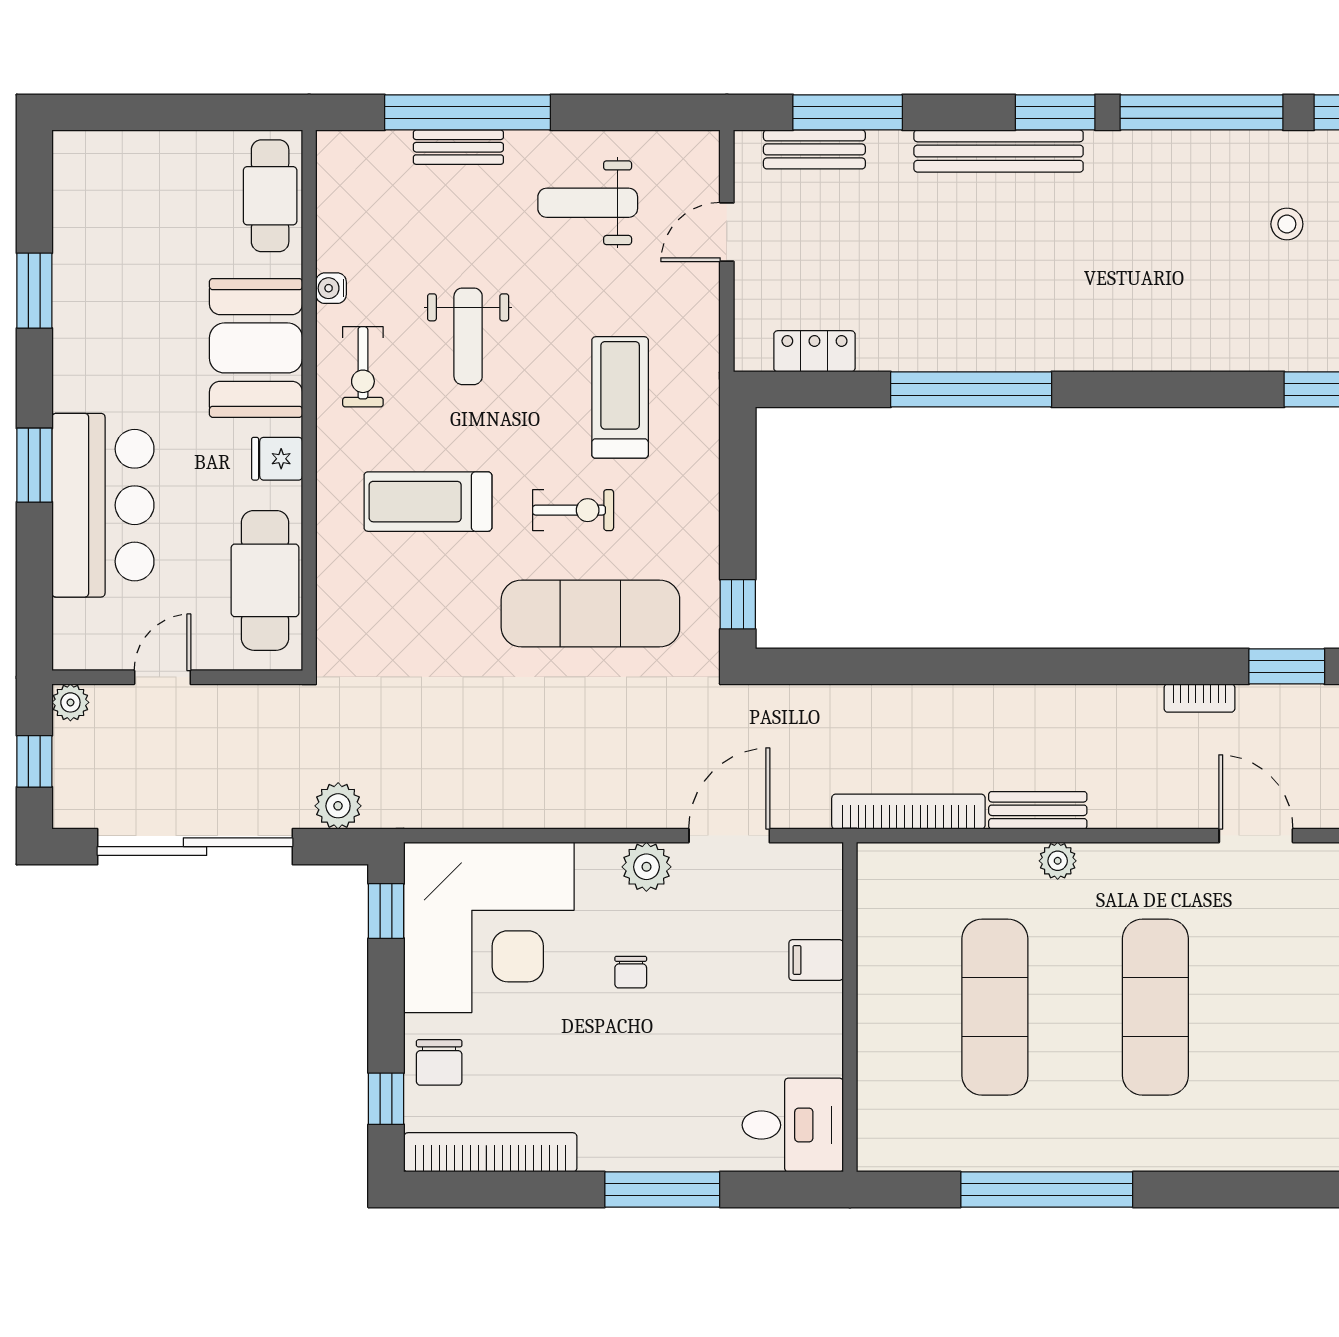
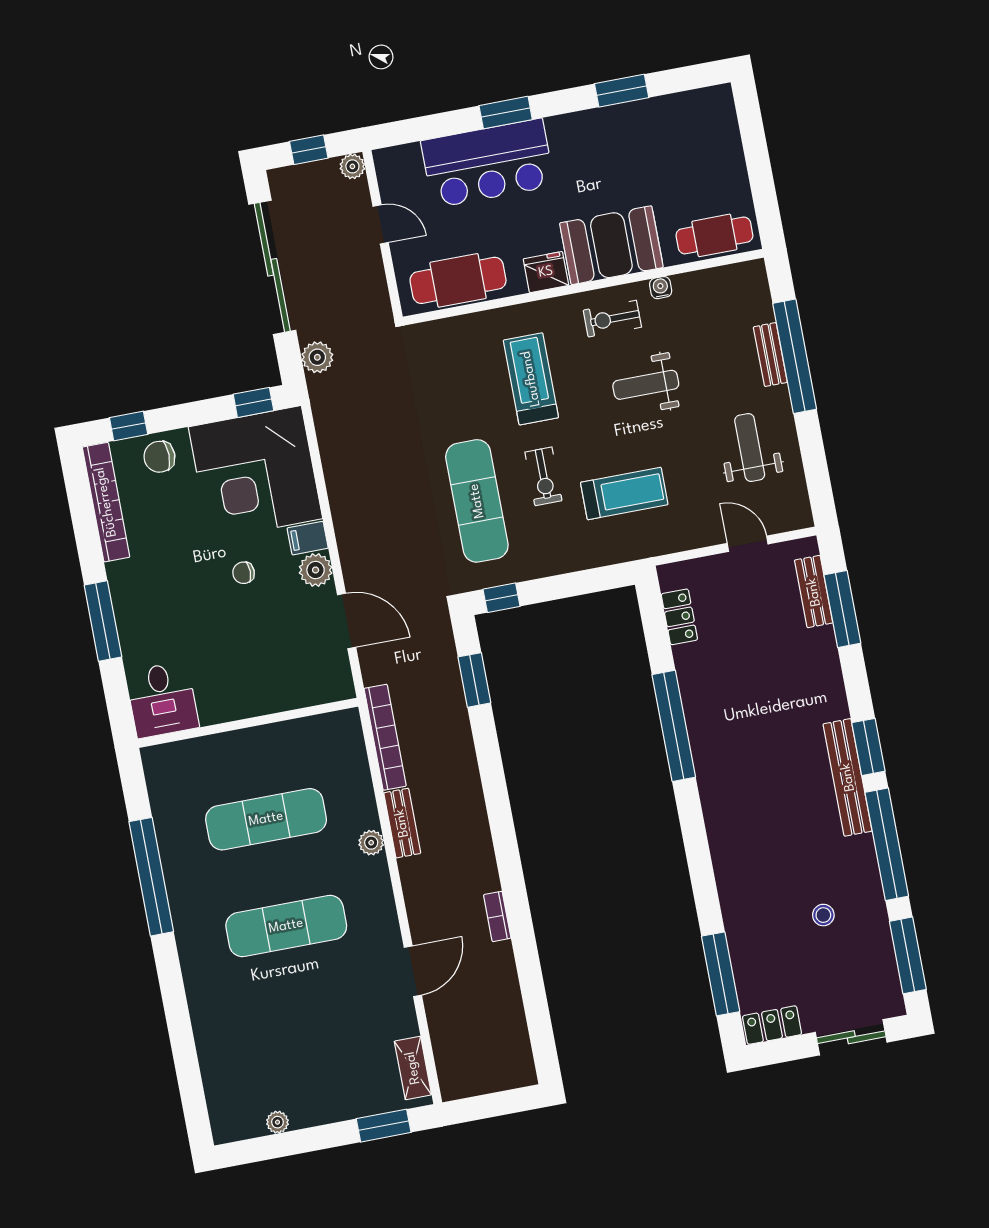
bench: (999, 151) -> (848, 777), moved
fridge: (277, 459) -> (546, 272), width x1.38
window: (1287, 666) -> (474, 680), moved
filing cabinet: (816, 960) -> (308, 538), moved, turned -90

